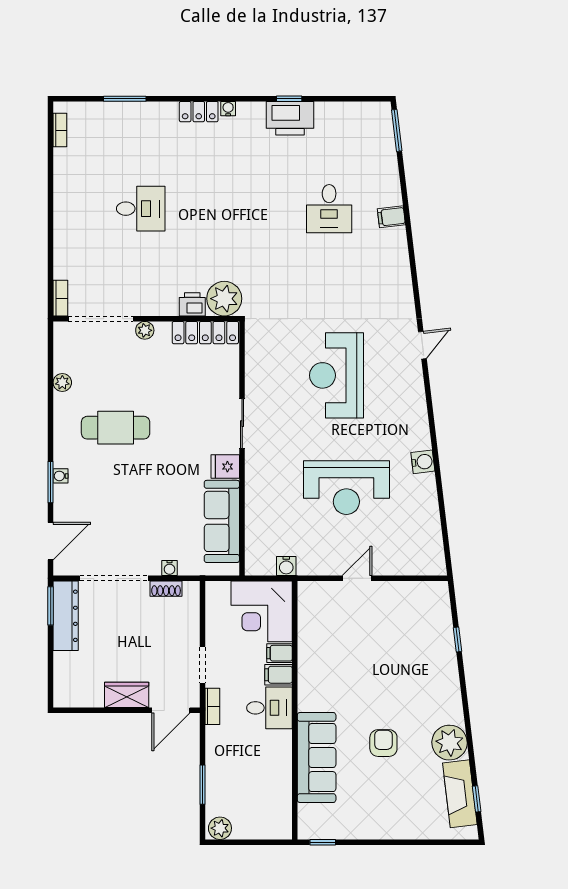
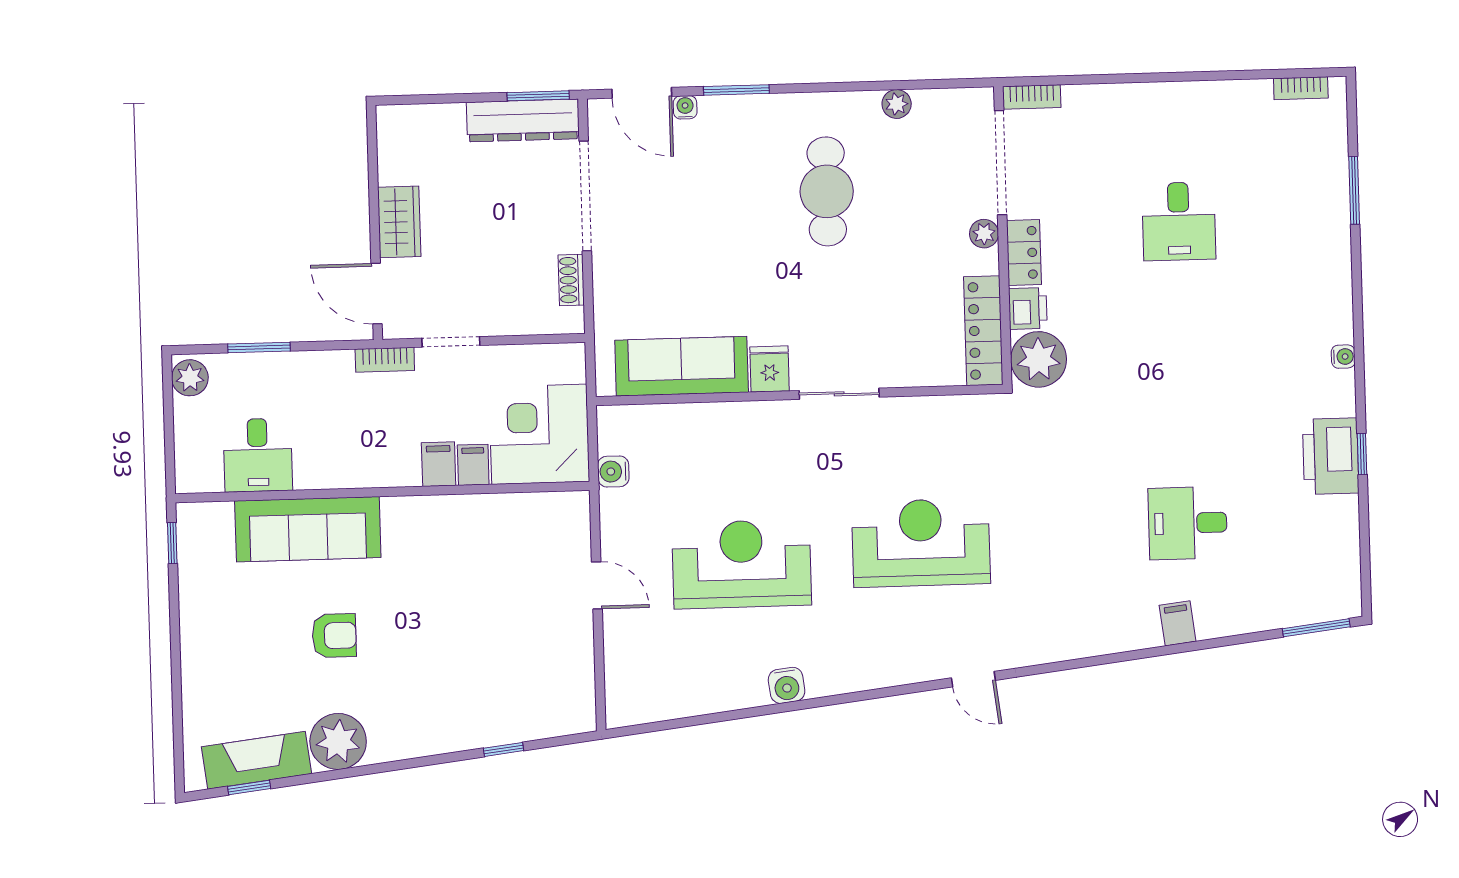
locker: (199, 112) -> (1024, 253), moved, turned 180
water cooler: (61, 476) -> (685, 107), moved
reception desk: (346, 488) -> (742, 564), turned 90
water cooler: (169, 568) -> (604, 284), removed
desk: (269, 708) -> (258, 455), moved

